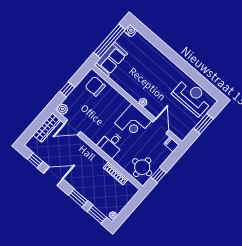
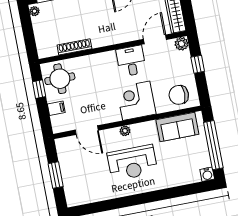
sofa: (111, 59) -> (177, 127), moved, turned -90
chair: (95, 86) -> (179, 95), turned 180
reception desk: (192, 97) -> (132, 163), moved
corner desk: (133, 122) -> (136, 101), moved
desk: (111, 144) -> (131, 61), moved
filing cabinet: (172, 144) -> (56, 108), moved

